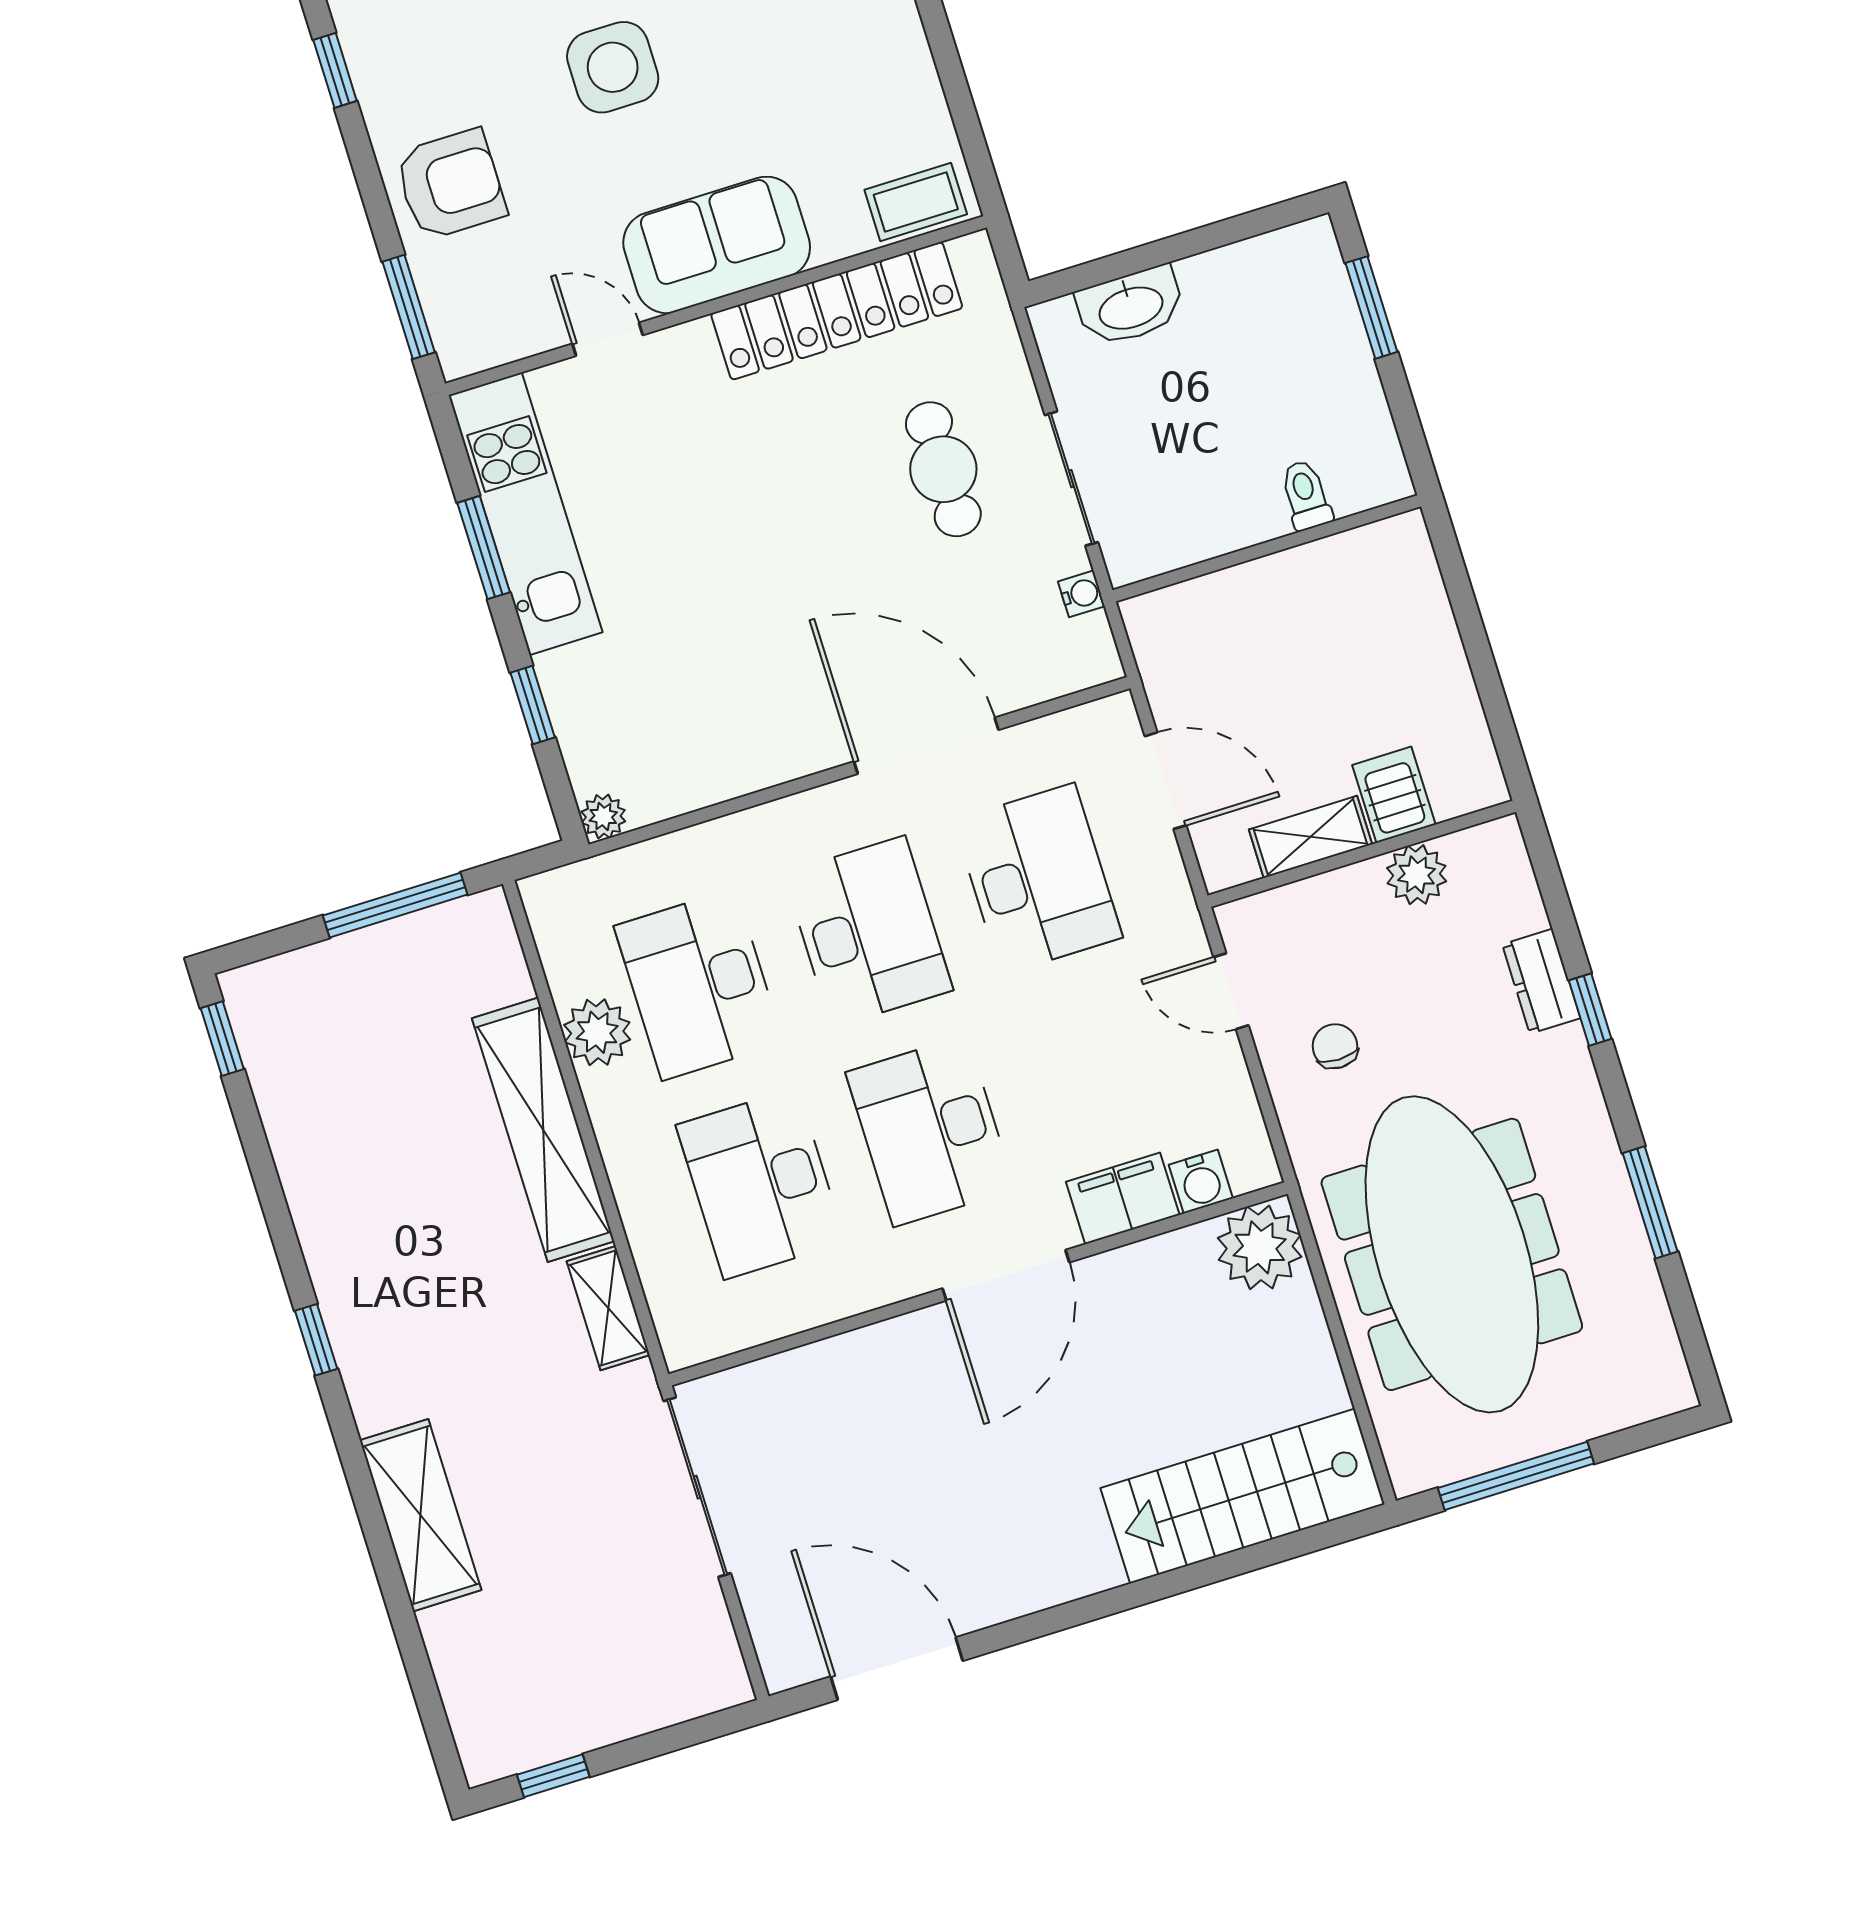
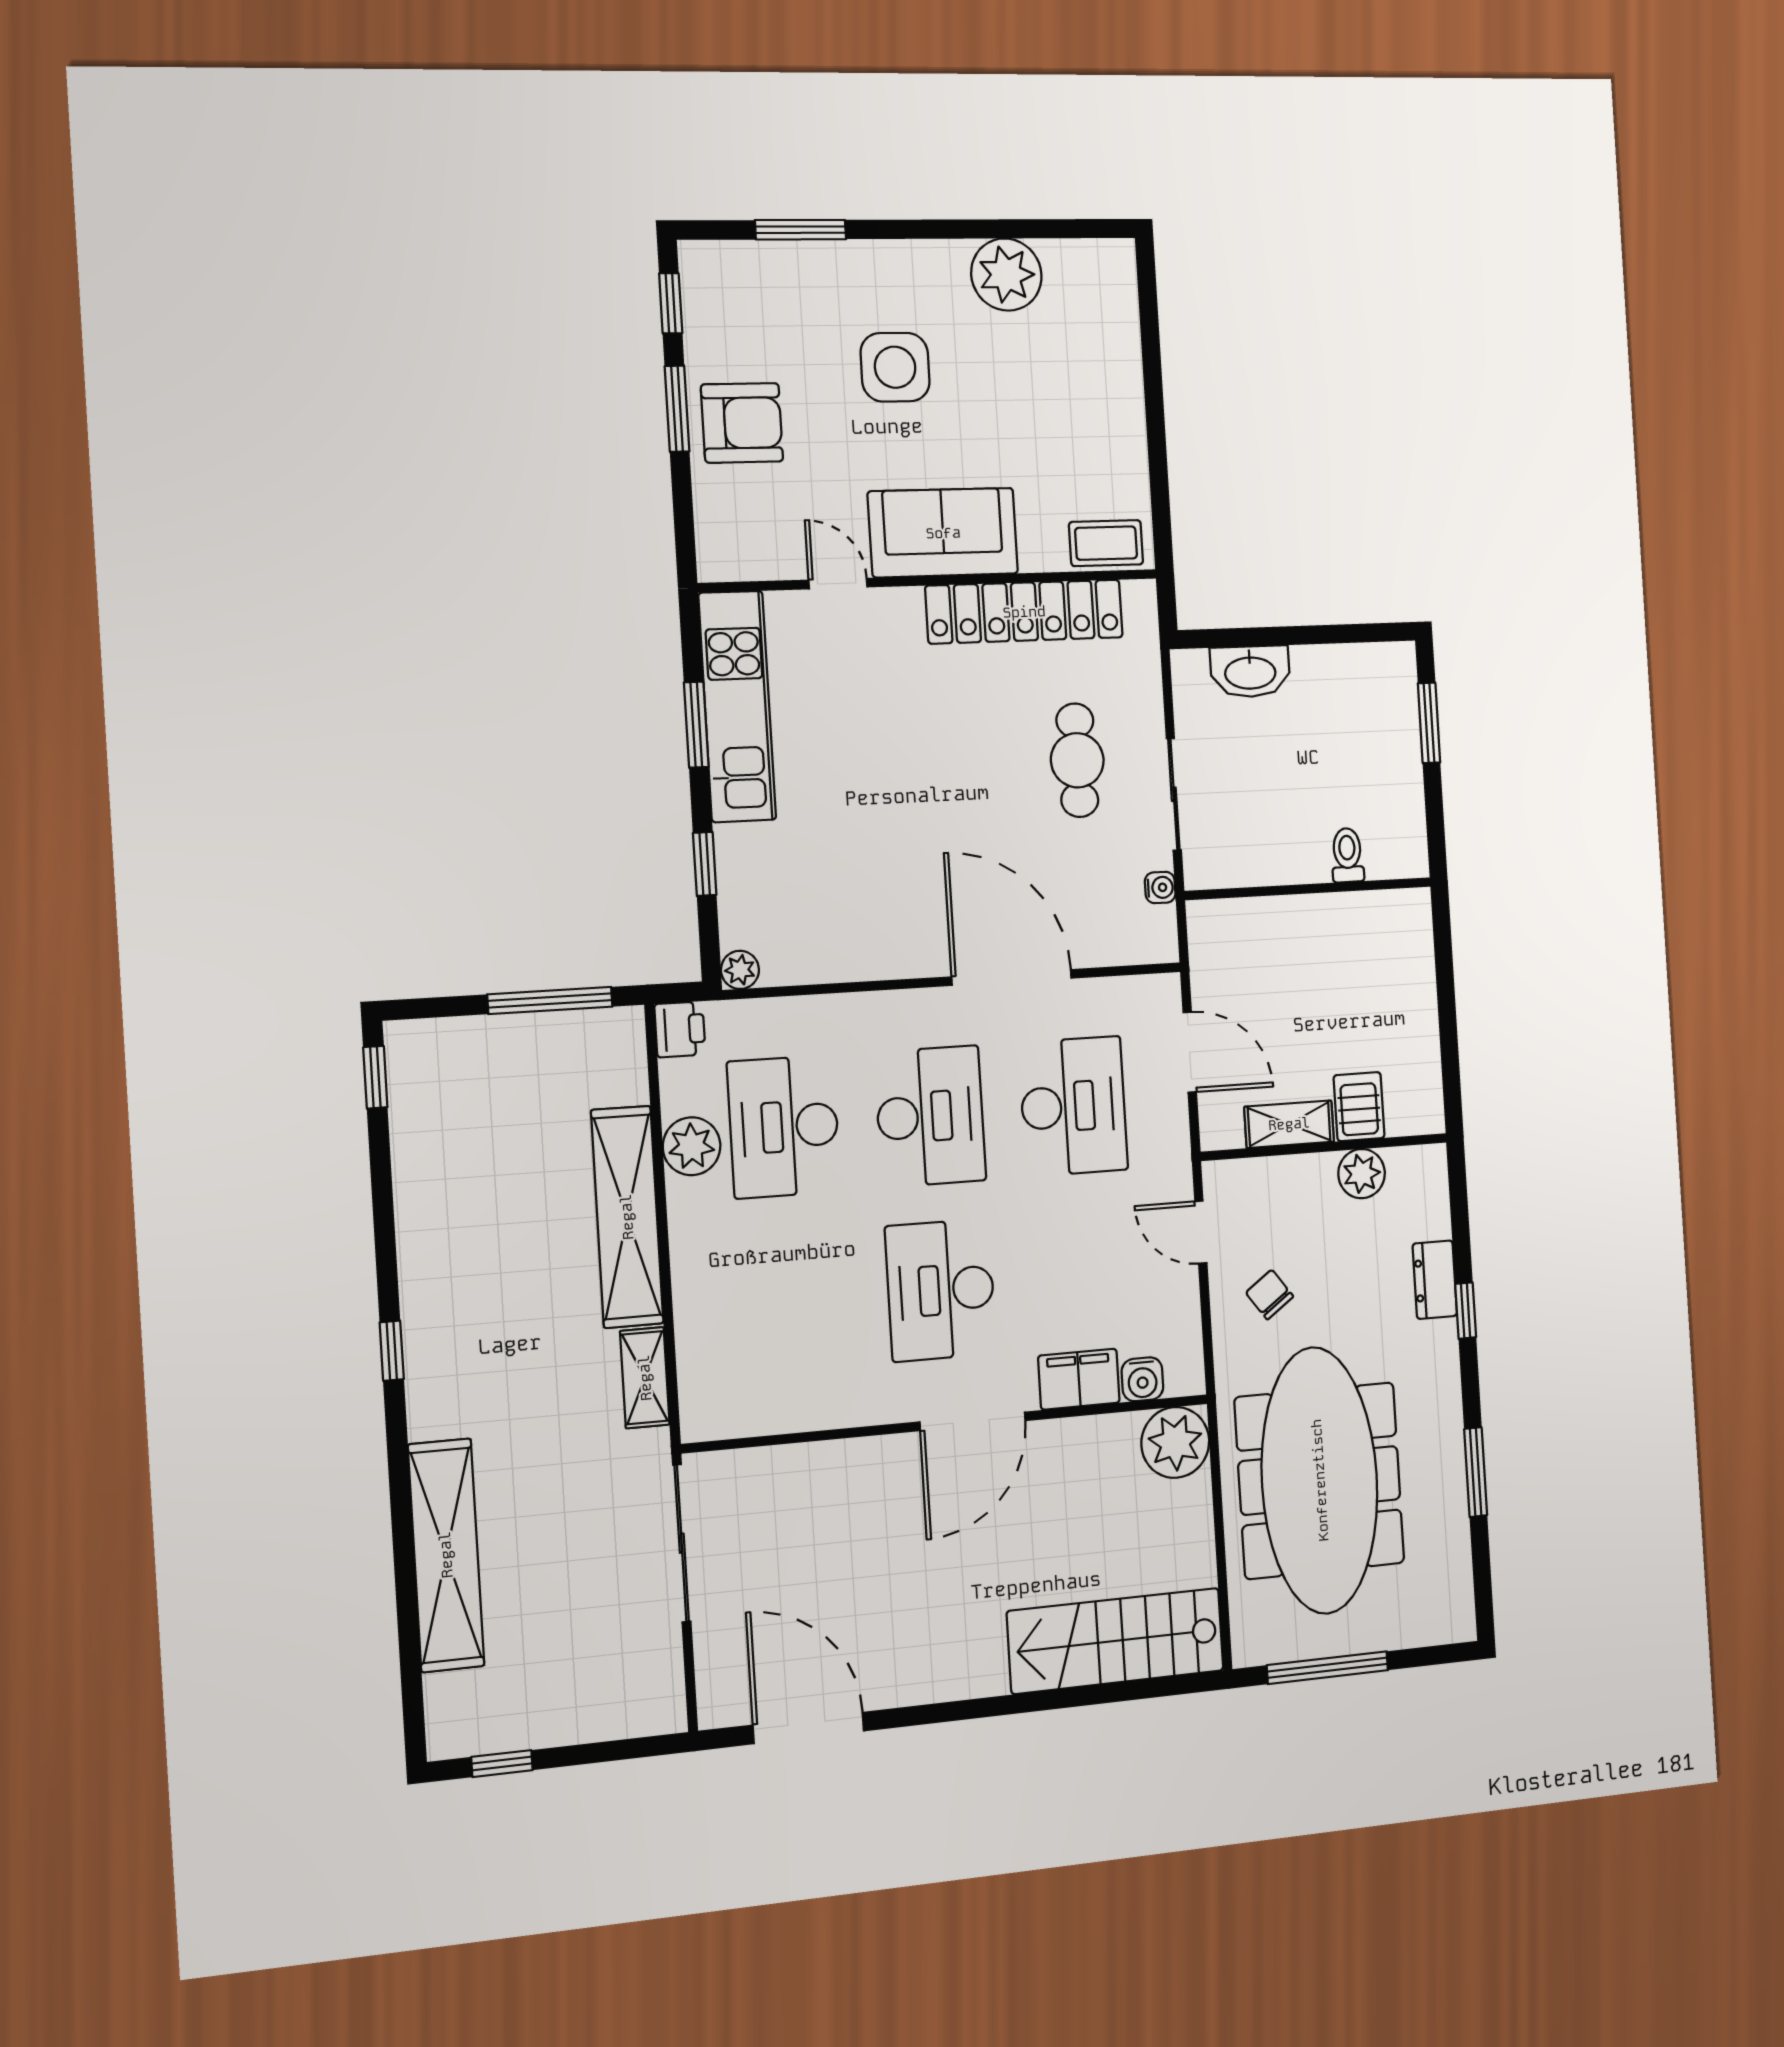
window: (409, 307) -> (677, 409), moved
printer: (551, 902) -> (680, 1029), added
chair: (1335, 1046) -> (1270, 1295), turned -36
desk: (761, 1184) -> (795, 1302), removed
shelving: (421, 1515) -> (446, 1555), width x1.47

